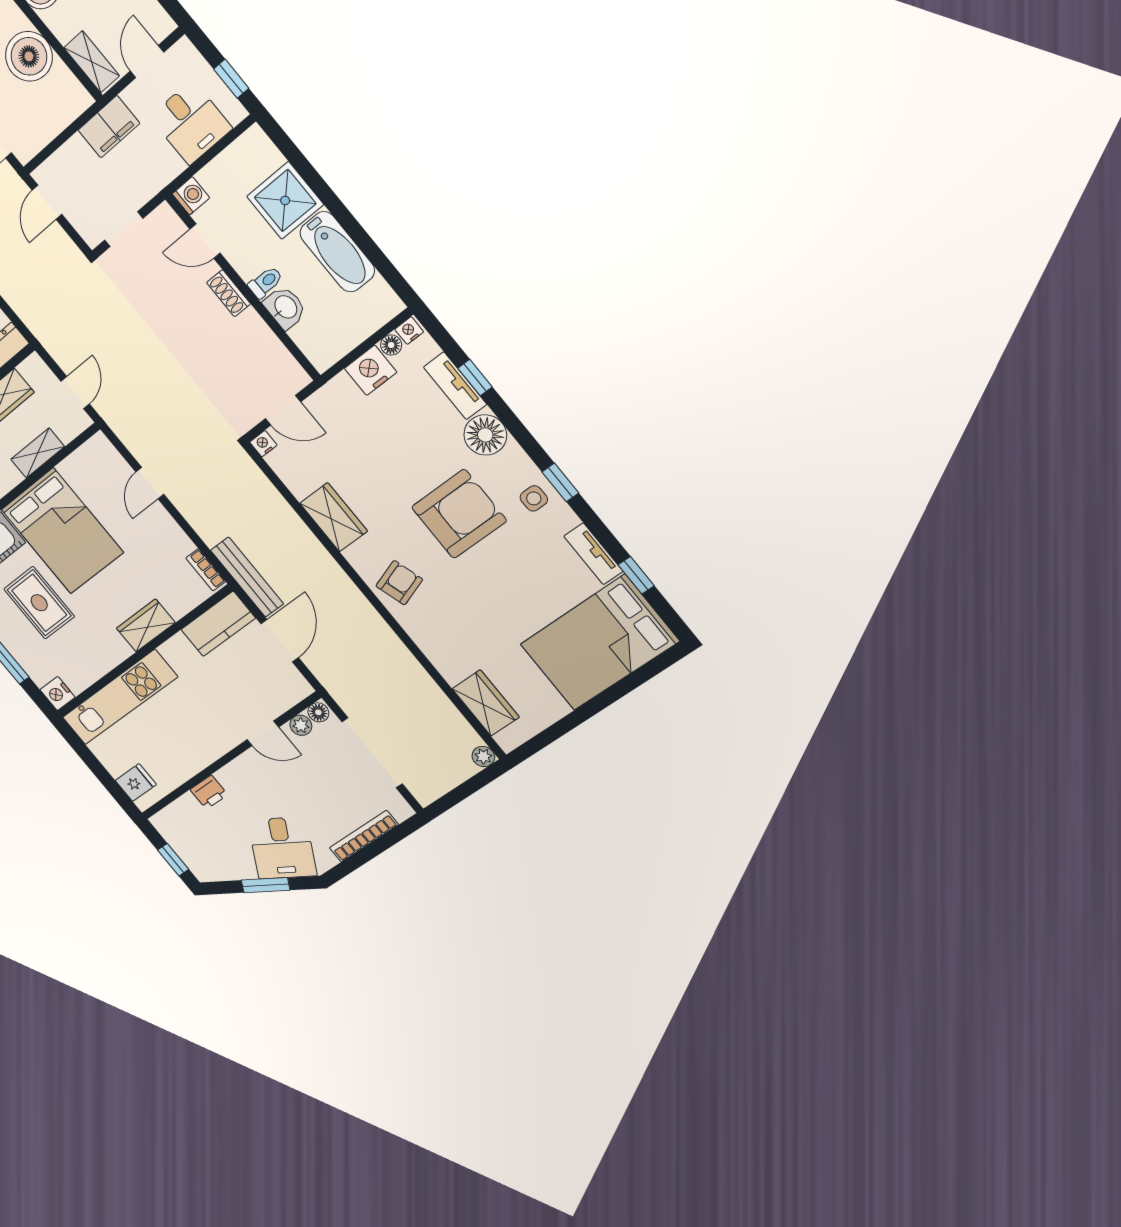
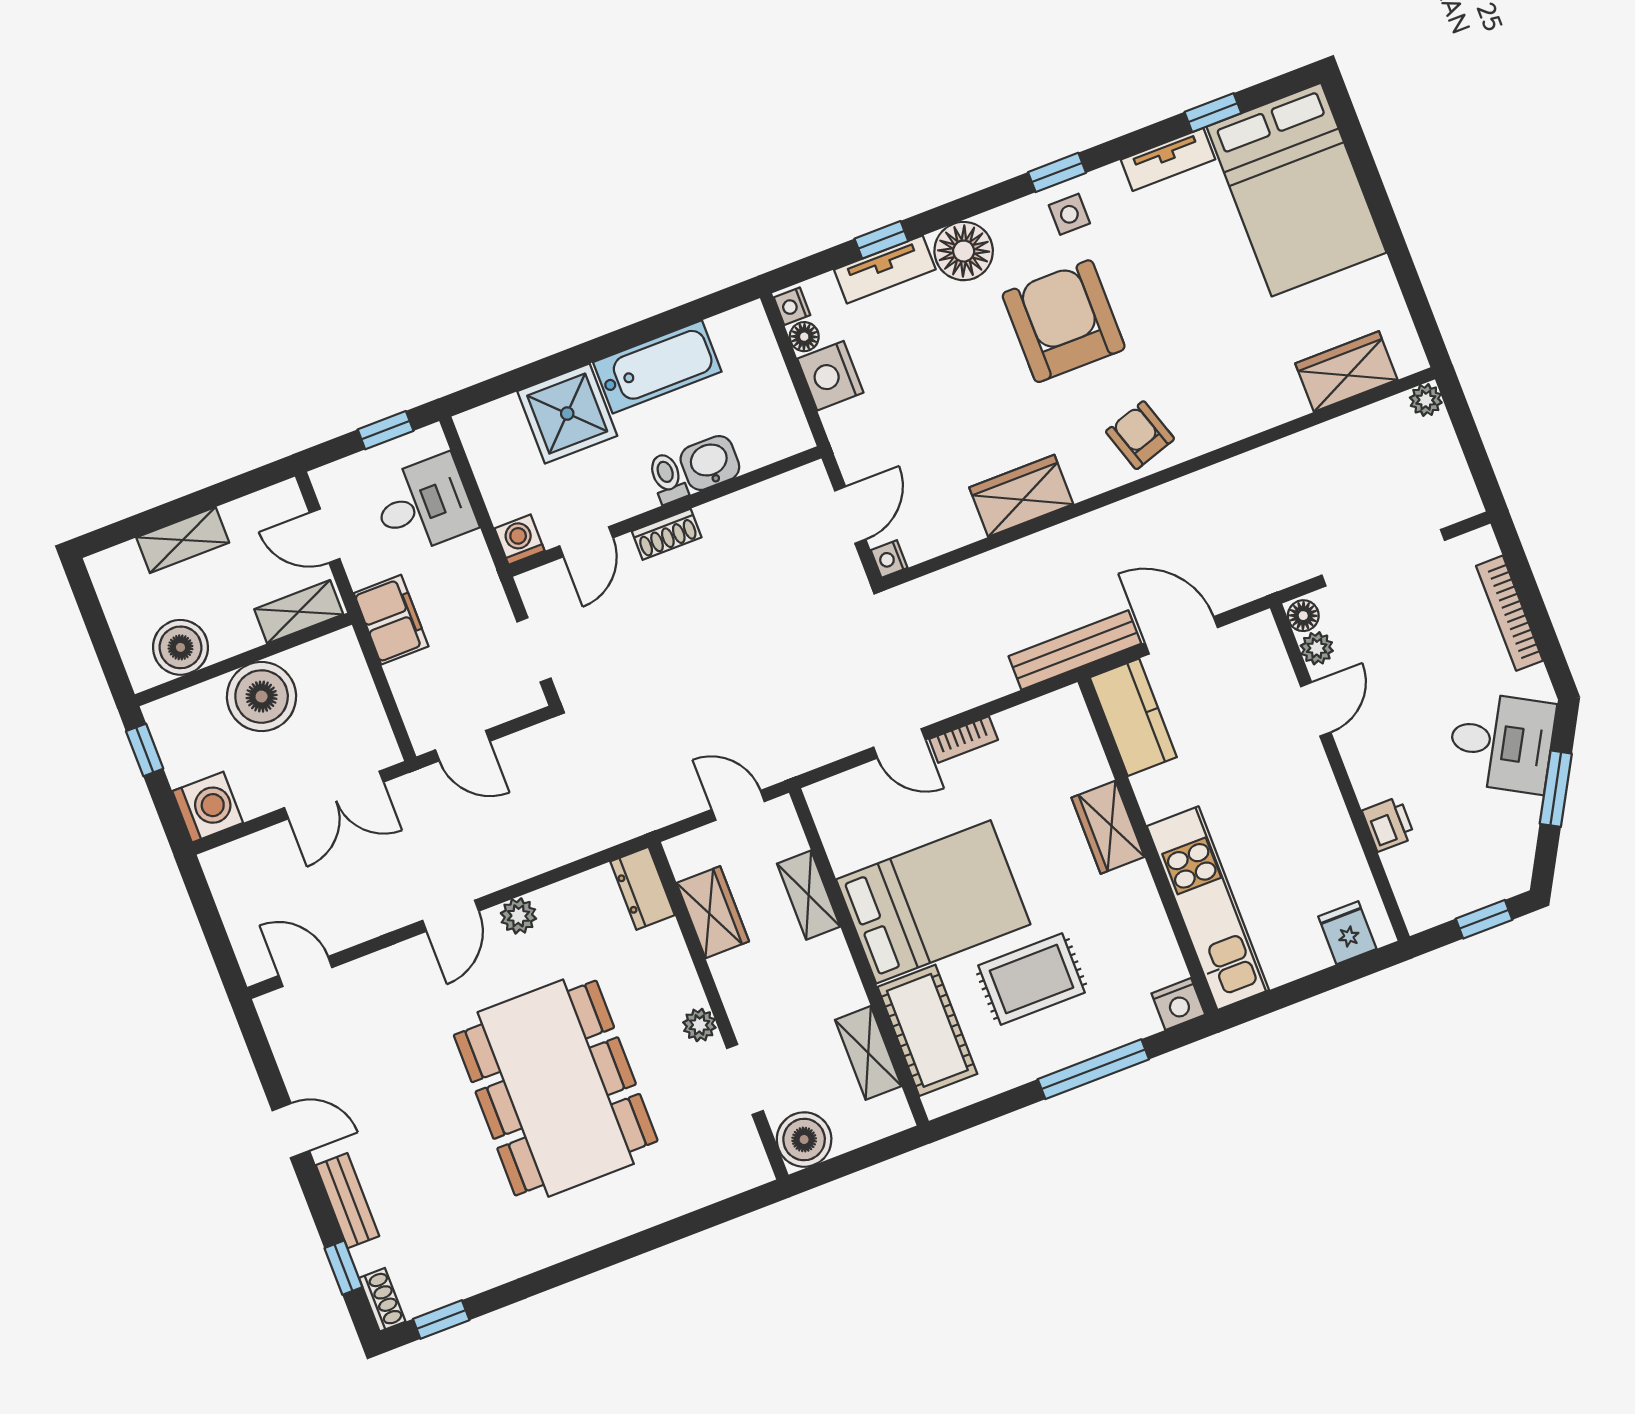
bookcase: (206, 570) -> (964, 739), moved

